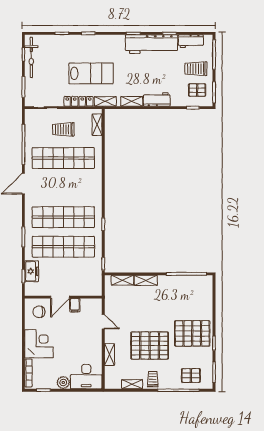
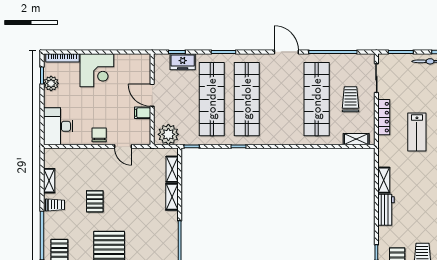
lab bench: (91, 73) -> (417, 132), width x0.73, depth x0.72
shelving: (105, 101) -> (384, 149), removed
plant: (93, 283) -> (168, 134), added
chair: (39, 312) -> (99, 135), moved
door: (103, 322) -> (123, 146), hinge flipped
pallet: (150, 346) -> (95, 201), width x0.49, depth x0.50
shelving: (109, 355) -> (84, 154), removed
plant: (63, 383) -> (51, 83), moved

